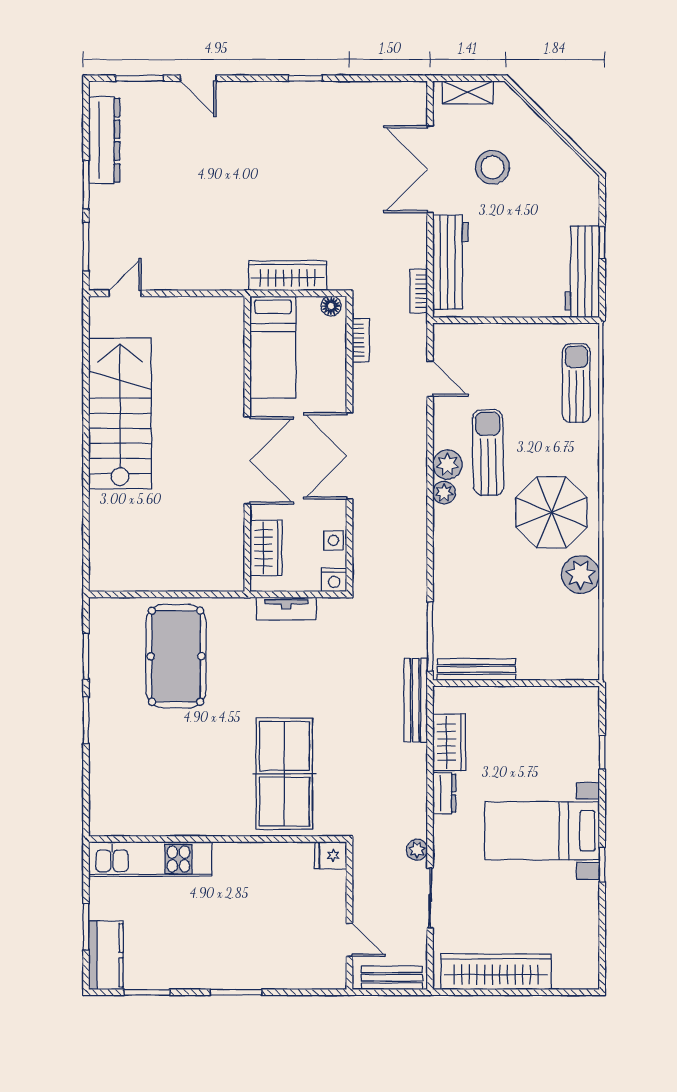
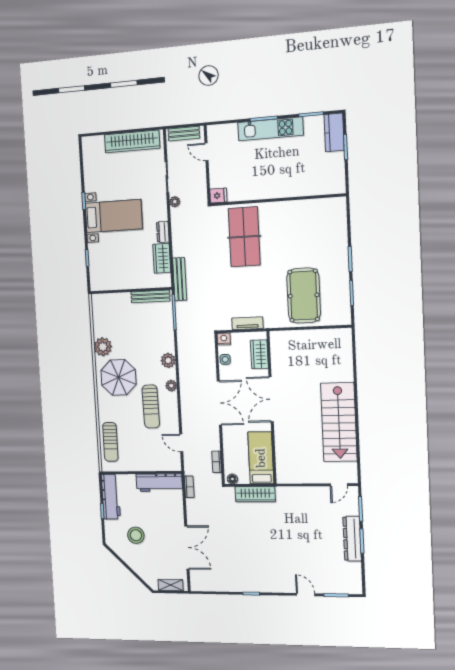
dresser: (104, 140) -> (352, 539), moved
stool: (492, 167) -> (136, 535), moved
workbench: (450, 262) -> (159, 483), moved, turned -90
plant: (447, 464) -> (168, 360), moved
kitchen unit: (150, 859) -> (271, 129), moved, turned 180

